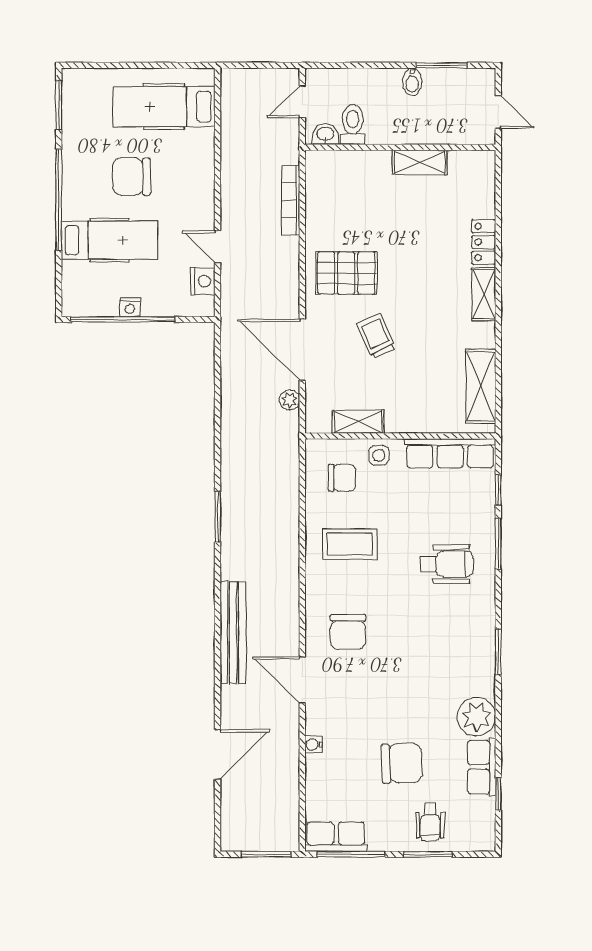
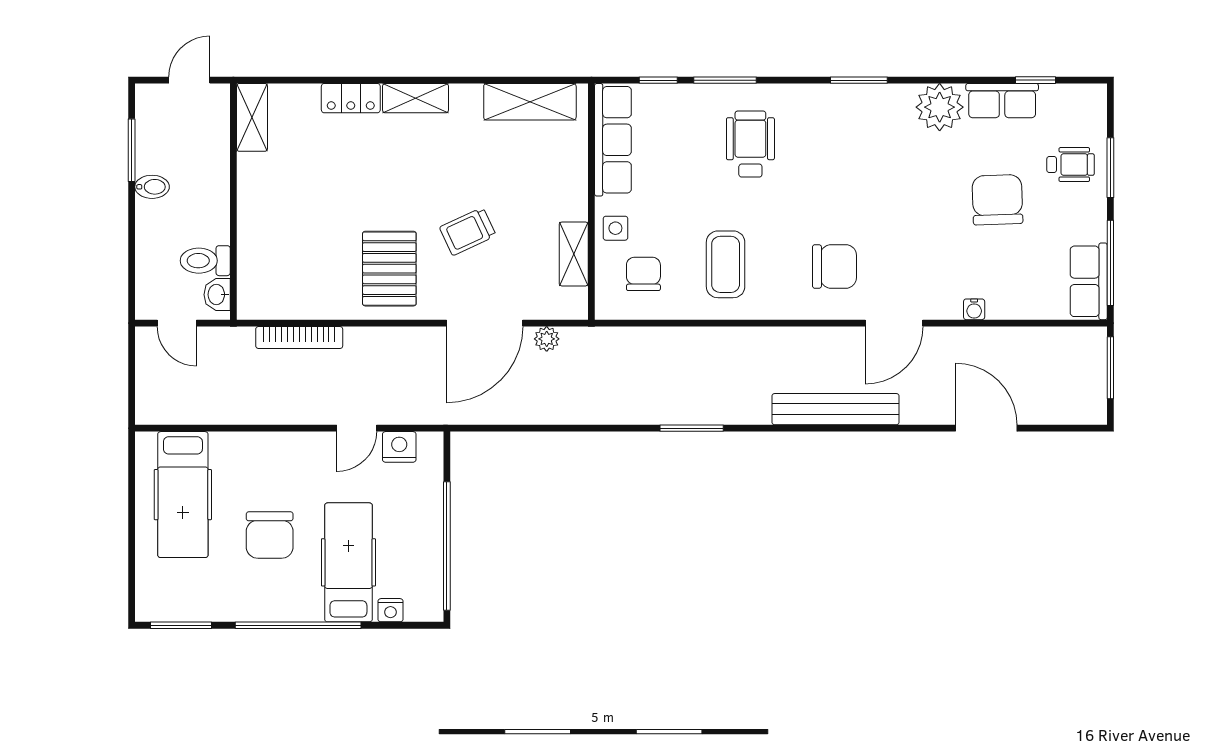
shelving: (420, 162) -> (252, 117), moved
nightstand: (130, 307) -> (390, 610), moved, turned 90

